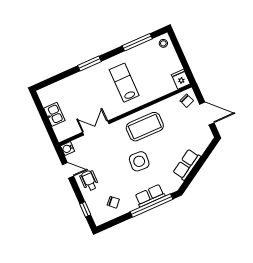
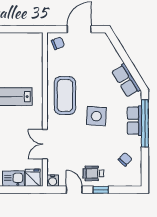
fridge: (181, 79) -> (33, 178), moved, turned 90
row of seats: (187, 165) -> (126, 80), moved
door: (68, 170) -> (74, 190), hinge flipped
window: (85, 209) -> (101, 190), moved

